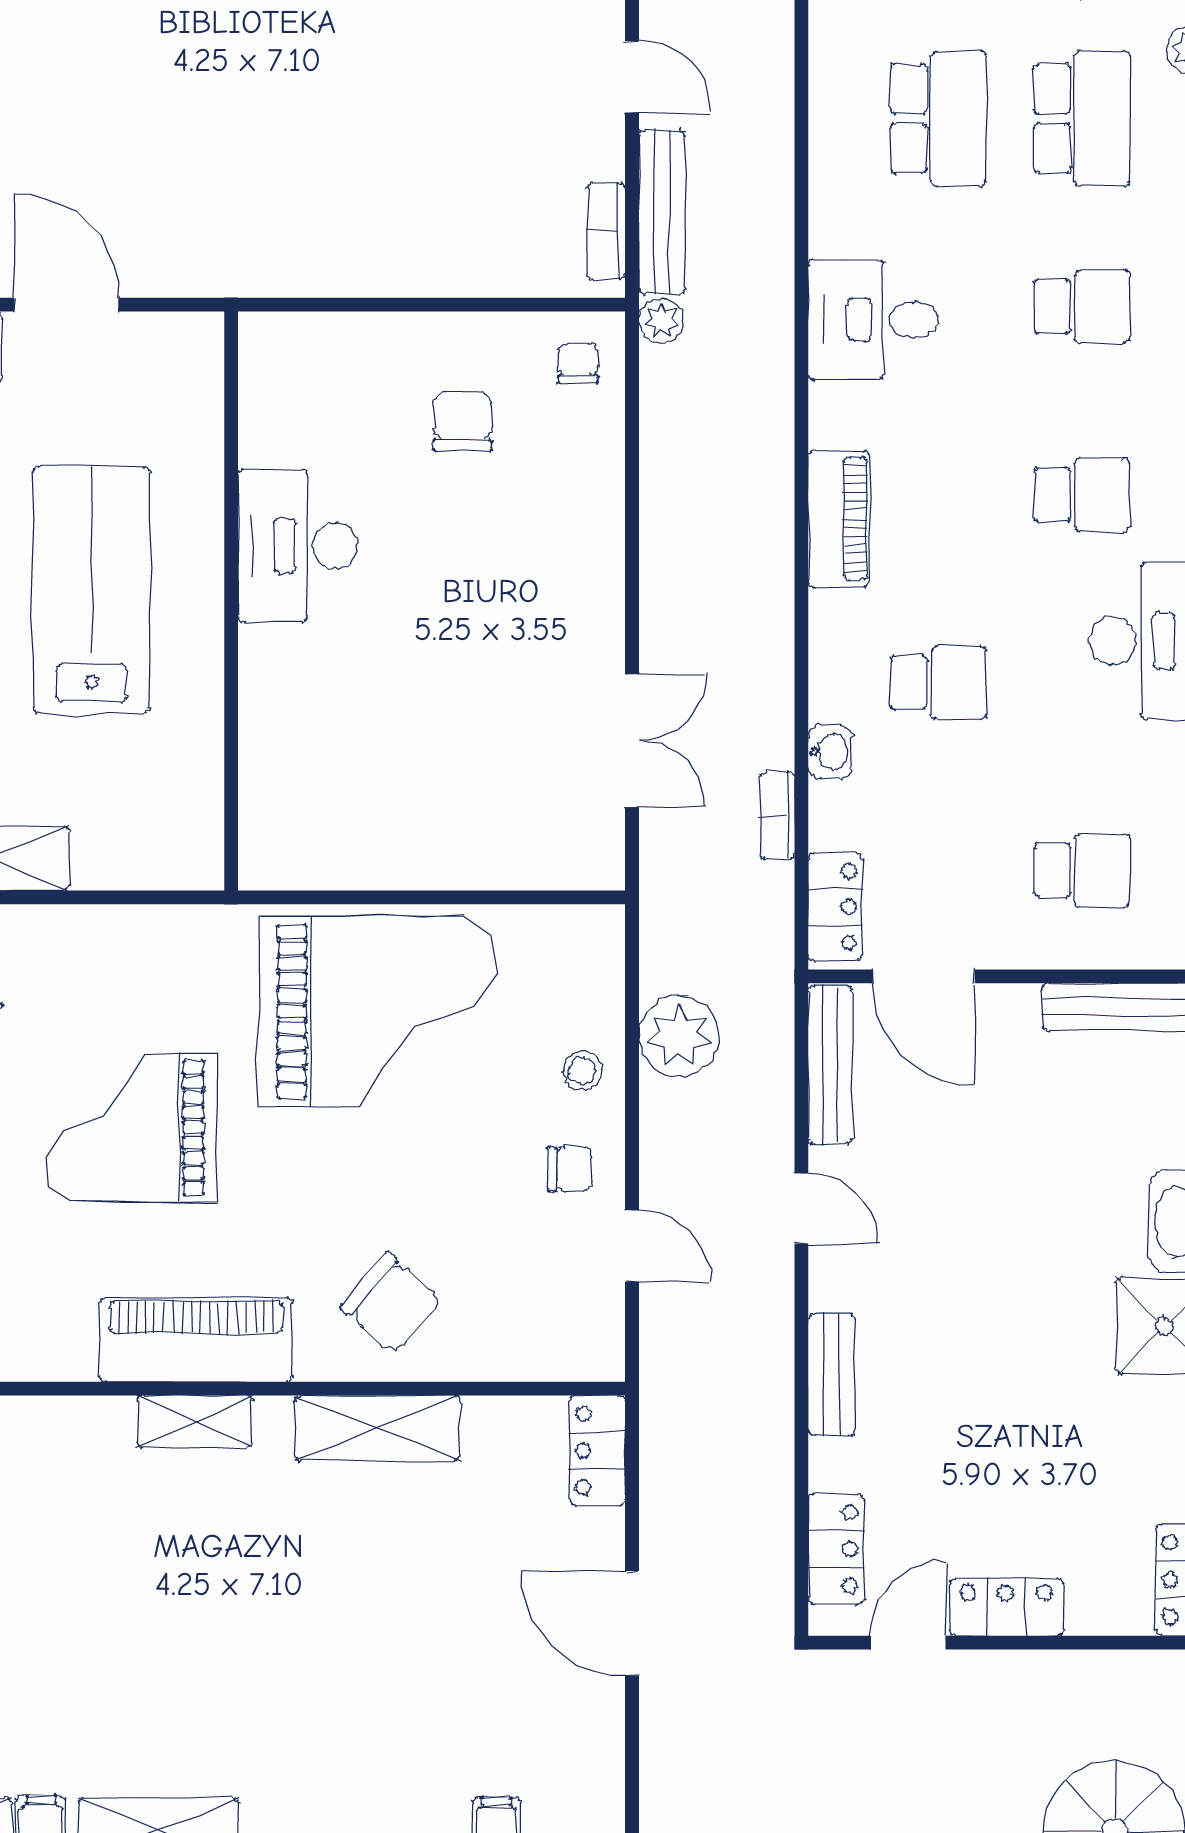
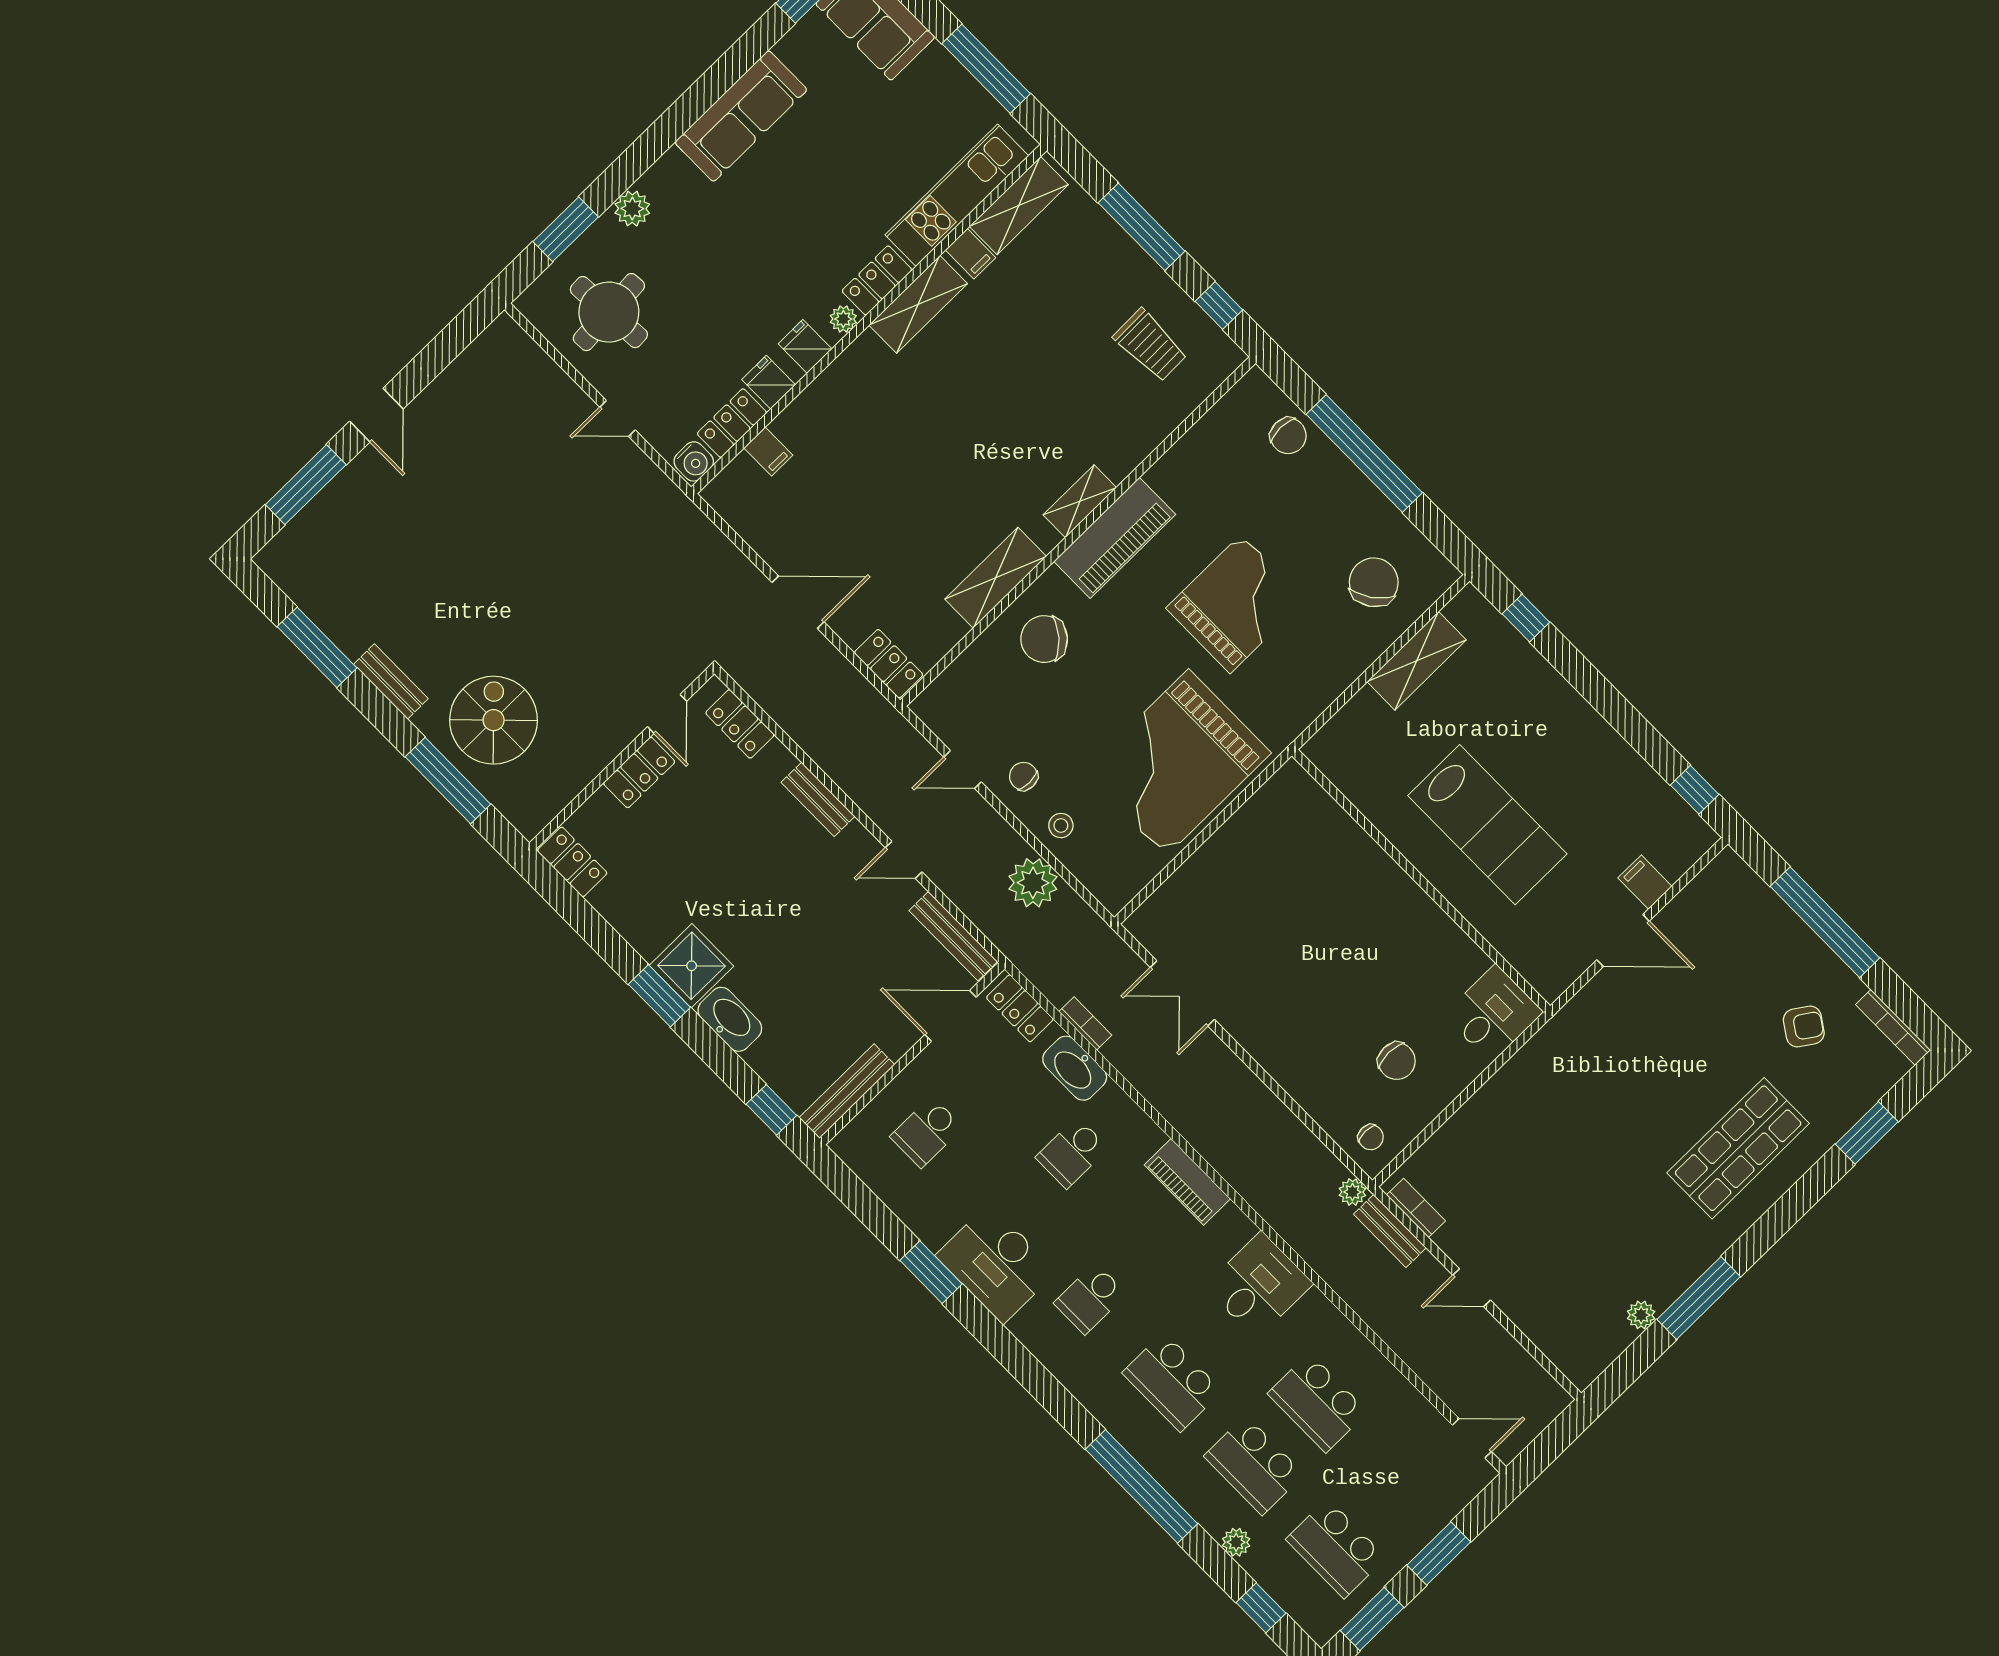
bench: (662, 212) -> (1390, 1231), width x0.73
school desk: (1082, 307) -> (1172, 1382), width x1.85
desk: (298, 546) -> (1493, 1014), moved, width x0.73
washbasin: (830, 752) -> (1075, 1068), width x1.91, depth x1.45
chair: (570, 1169) -> (1023, 776), turned 90

